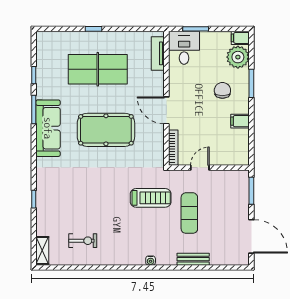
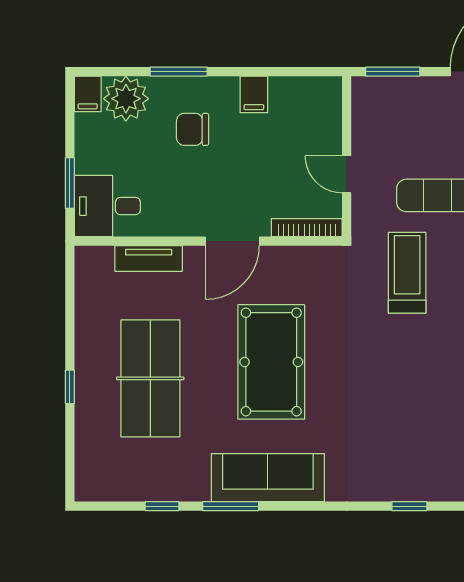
tv unit: (158, 53) -> (149, 259), moved

